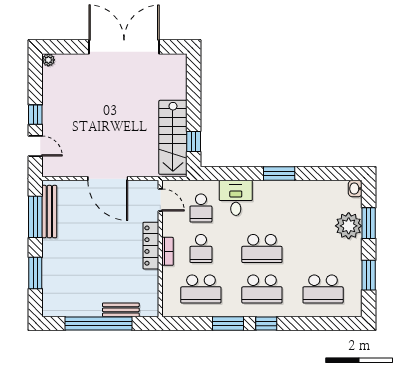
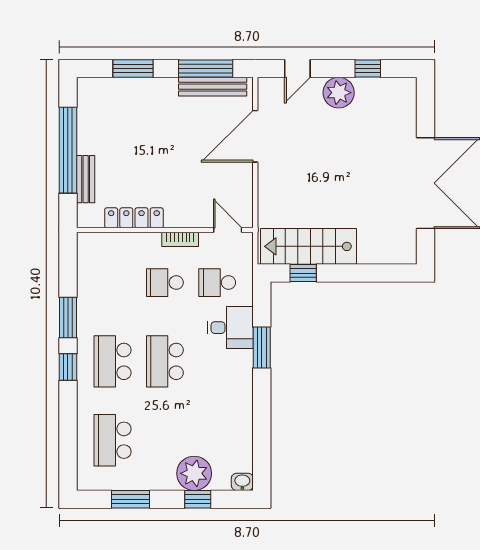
plant: (48, 60) -> (339, 93), moved, width x1.88, depth x1.88
window: (35, 115) -> (368, 68), moved
window: (279, 174) -> (262, 348), moved
door: (108, 179) -> (255, 136), moved
door: (160, 200) -> (228, 230), swing flipped
window: (369, 223) -> (198, 499), width x0.67
locker: (151, 246) -> (134, 218), moved
bookcase: (168, 251) -> (180, 239), moved
school desk: (201, 289) -> (113, 283), removed

